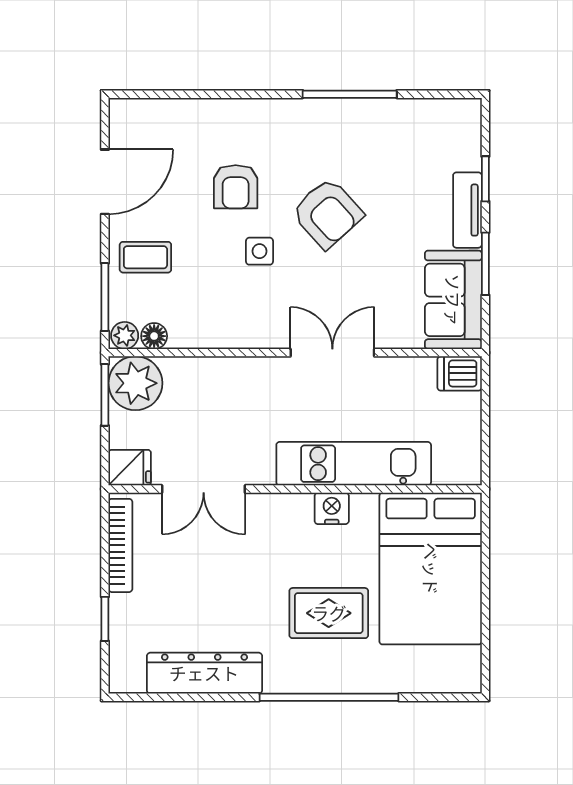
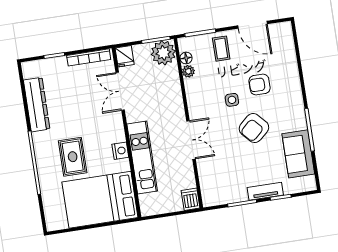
sofa: (453, 300) -> (298, 154), moved, turned -90
plant: (125, 335) -> (188, 71), moved

